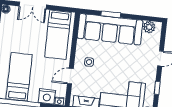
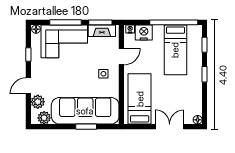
plant: (153, 43) -> (38, 102), added

